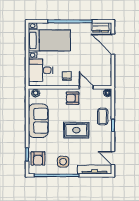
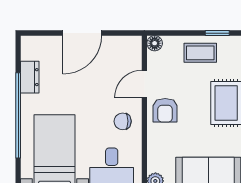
dresser: (100, 27) -> (30, 77), moved
door: (113, 44) -> (82, 33), moved

